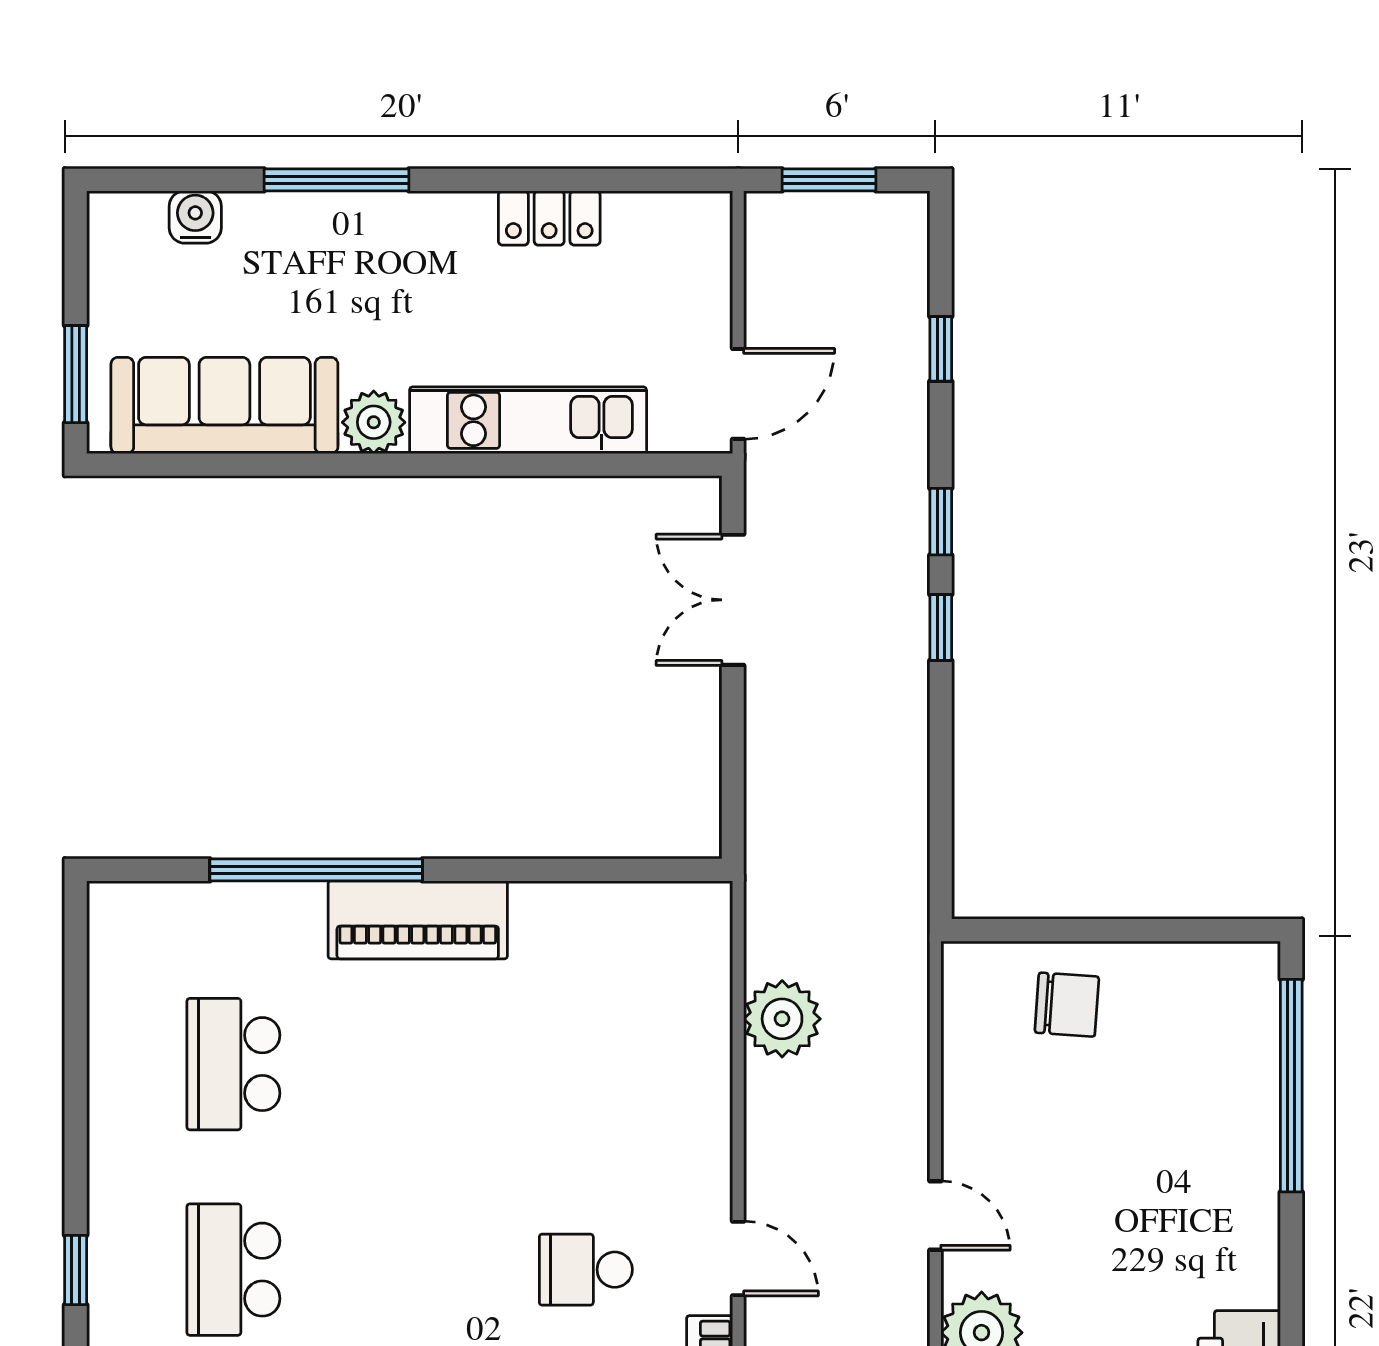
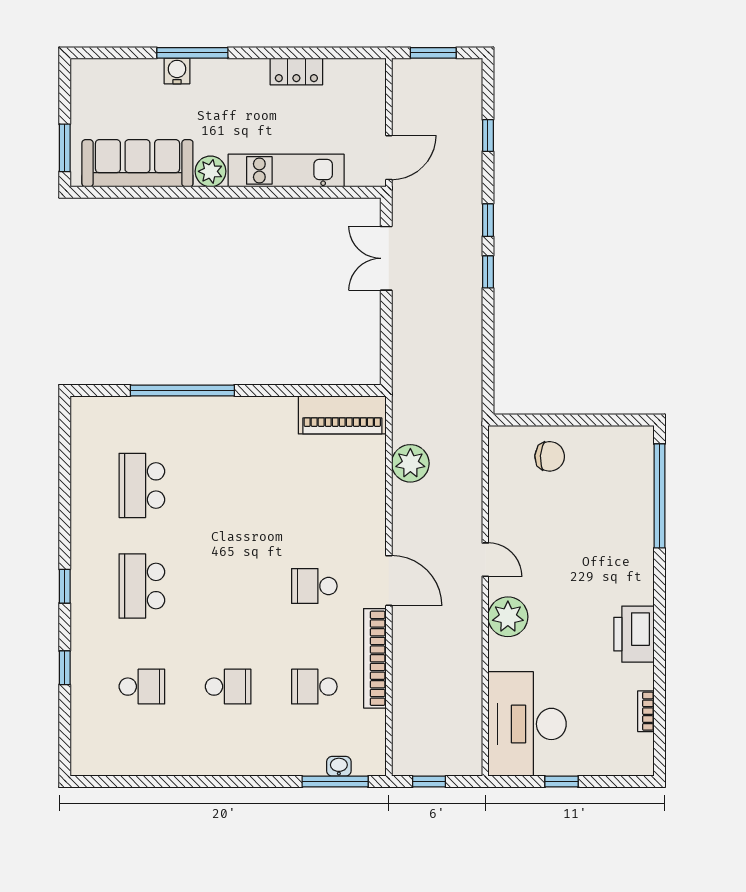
water cooler: (195, 217) -> (177, 71), moved
piano: (418, 920) -> (342, 415), moved
door: (738, 1259) -> (389, 581), width x1.38

